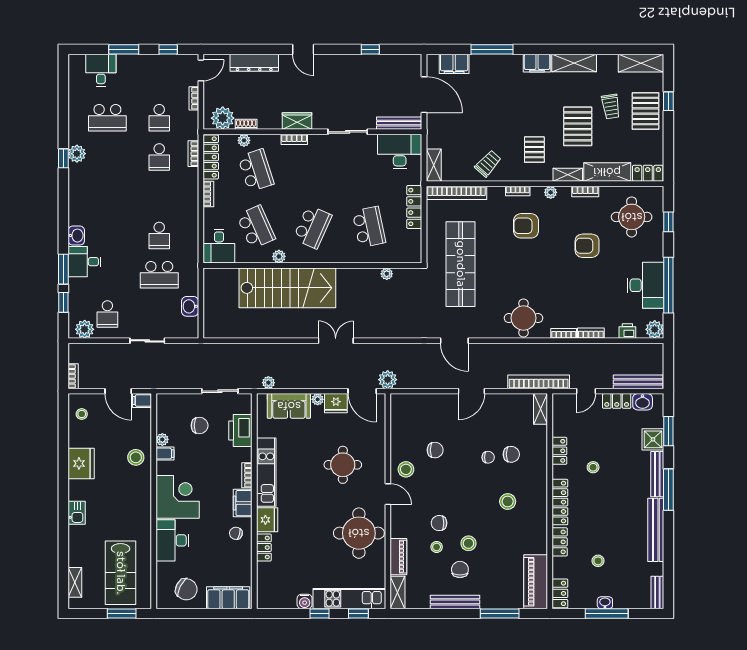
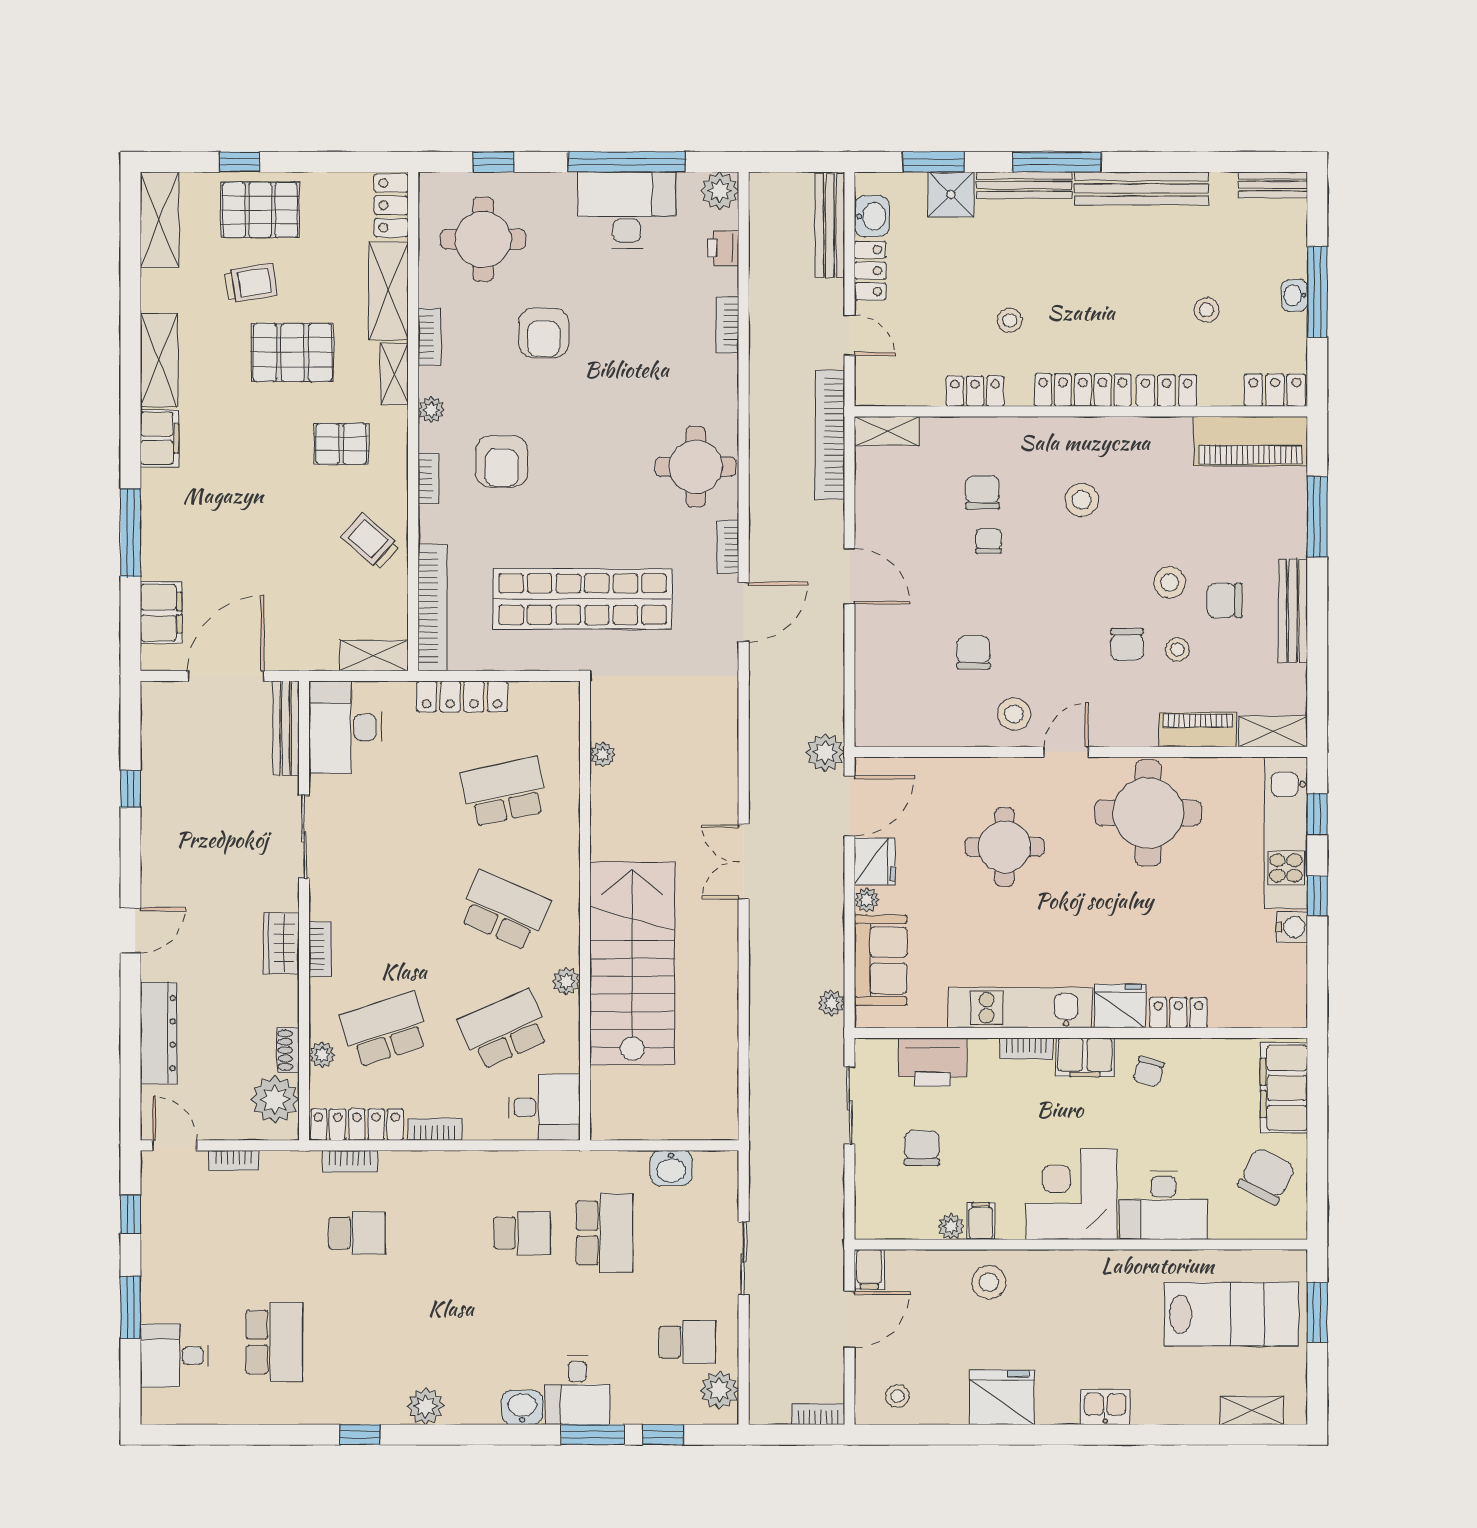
school desk: (159, 118) -> (274, 1233), removed
plant: (77, 154) -> (425, 1406), moved
bookcase: (564, 333) -> (728, 547), moved

